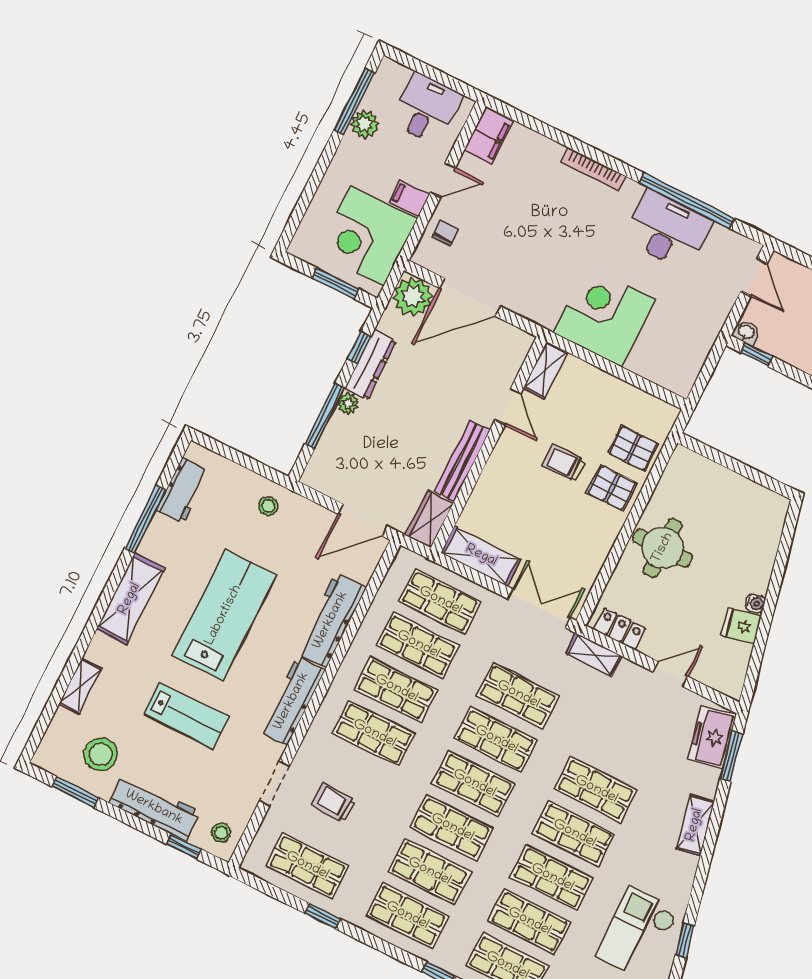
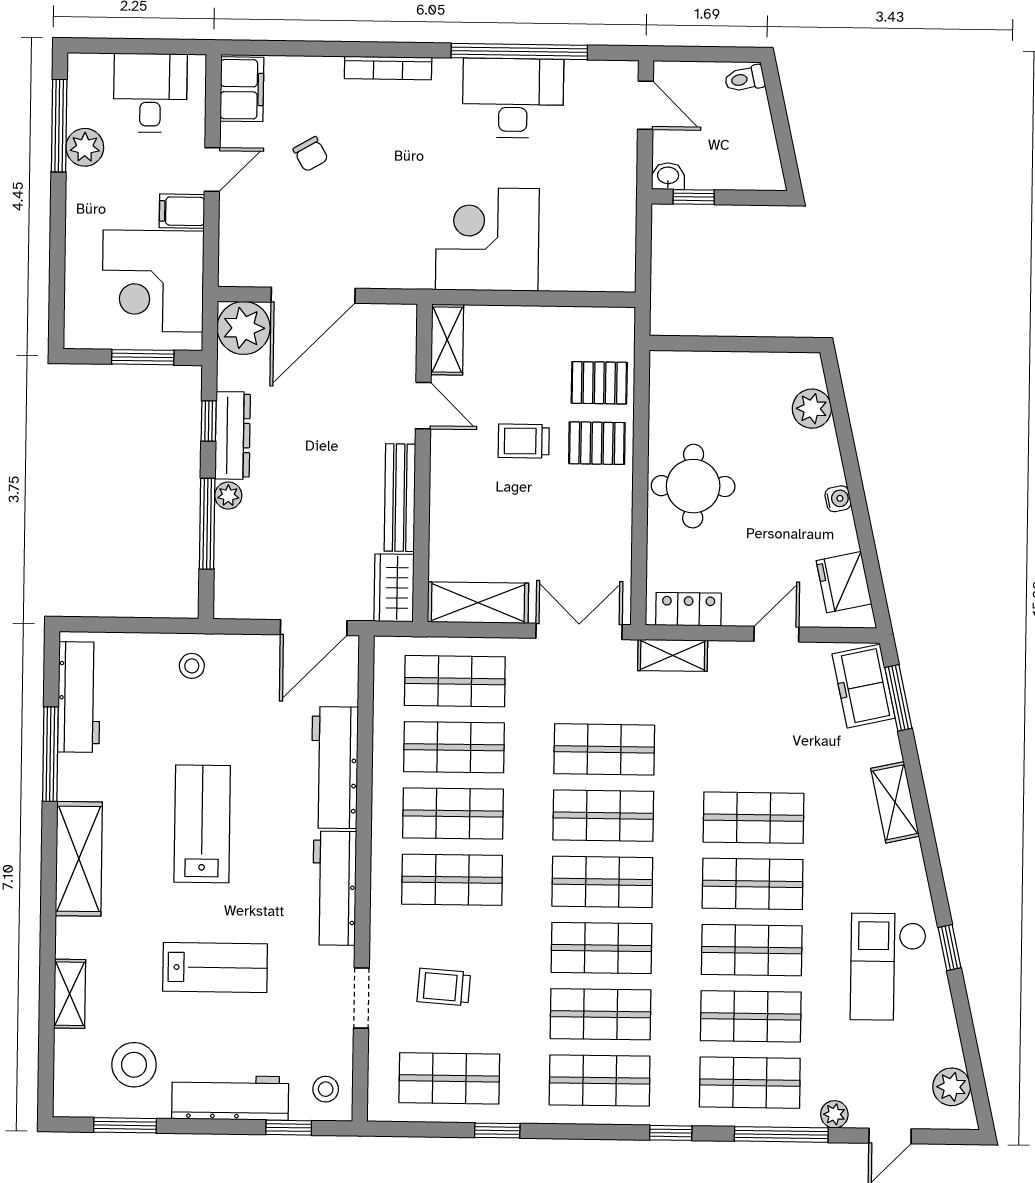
chair: (445, 233) -> (311, 154), moved, turned 150
workbench: (183, 490) -> (79, 697), width x1.38
plant: (767, 534) -> (812, 409), added
lab bench: (224, 615) -> (202, 824), width x0.73, depth x0.72
fridge: (741, 626) -> (844, 582), moved, width x1.38

